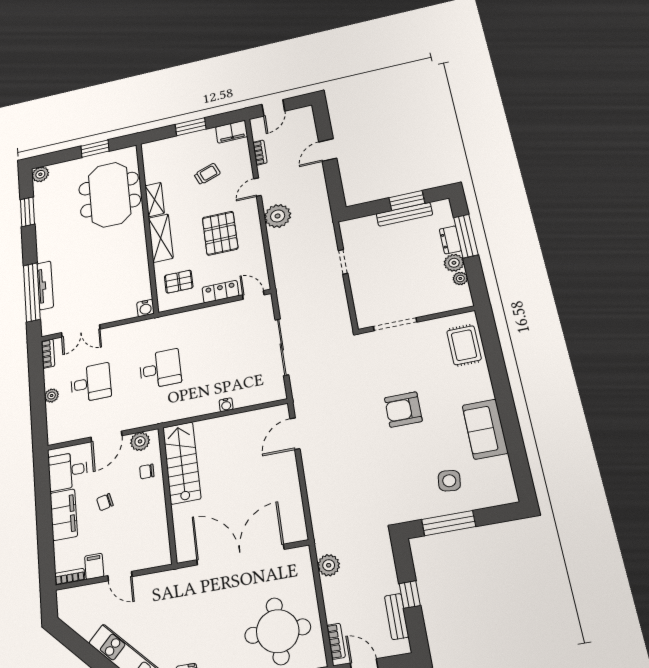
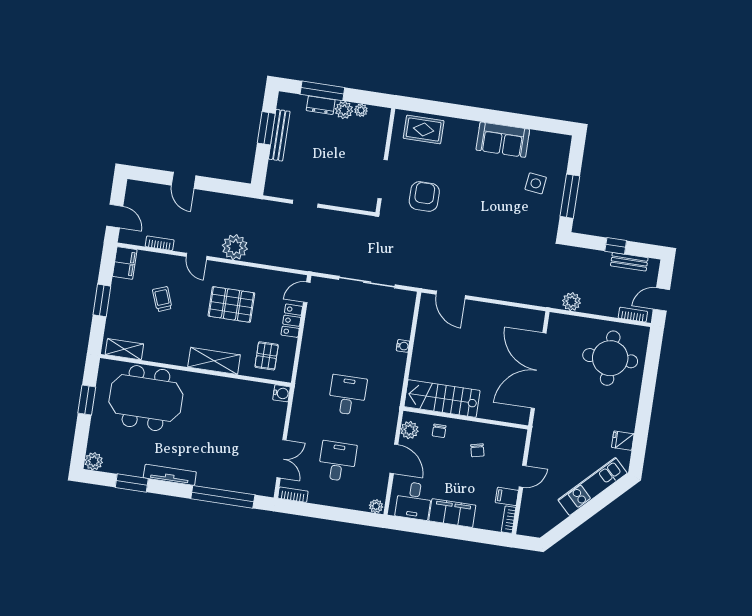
shelving: (155, 199) -> (124, 349), moved
tv unit: (45, 285) -> (170, 475), moved
plant: (52, 396) -> (376, 506), moved
armchair: (403, 409) -> (424, 196), moved, turned 180
chair: (105, 502) -> (477, 450), moved

